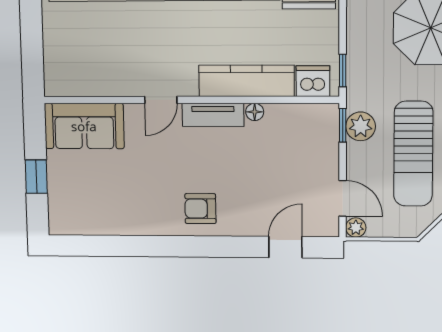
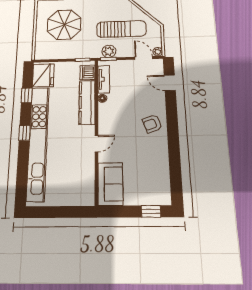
door: (161, 100) -> (96, 144), hinge flipped
tv unit: (213, 115) -> (104, 79), moved
window: (36, 177) -> (151, 211), moved
door: (343, 198) -> (144, 58), hinge flipped
armchair: (200, 209) -> (152, 124), turned 71

